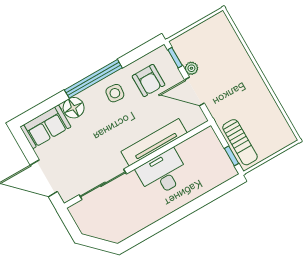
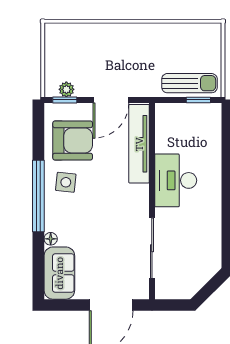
plant: (191, 68) -> (66, 89), moved
armchair: (148, 81) -> (73, 140), width x1.36, depth x1.36
floor lamp: (74, 108) -> (51, 239), width x0.53, depth x0.53
tv unit: (154, 142) -> (139, 144), moved

